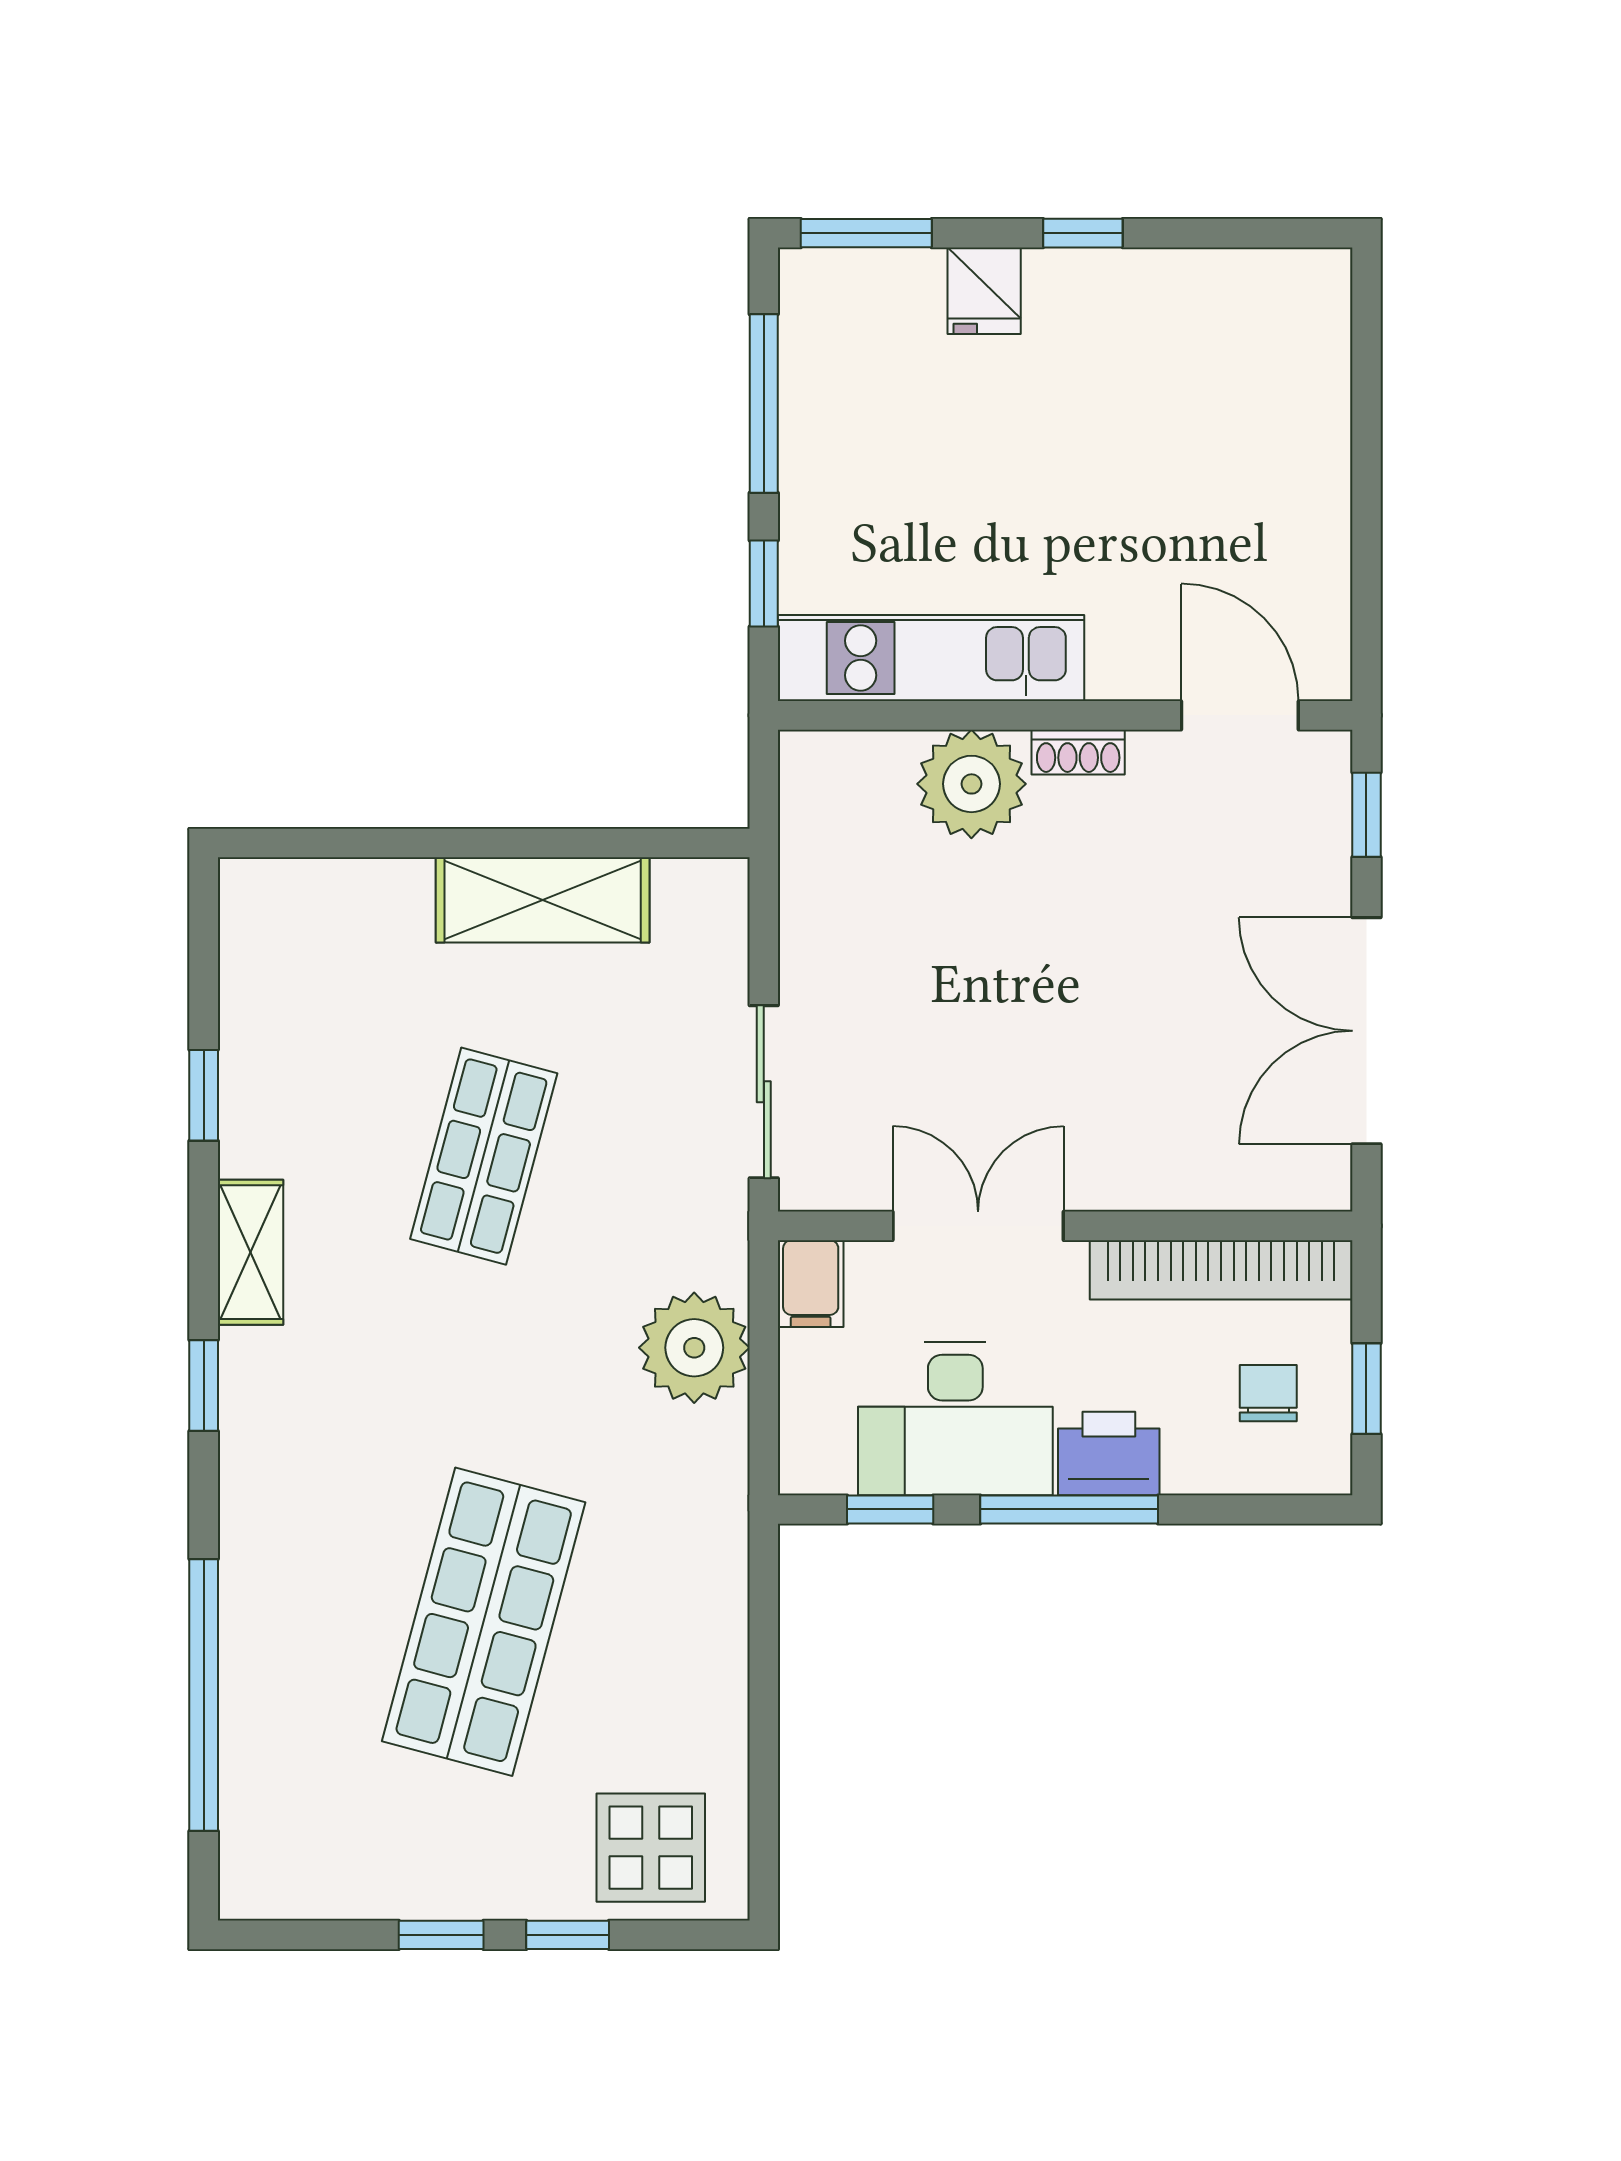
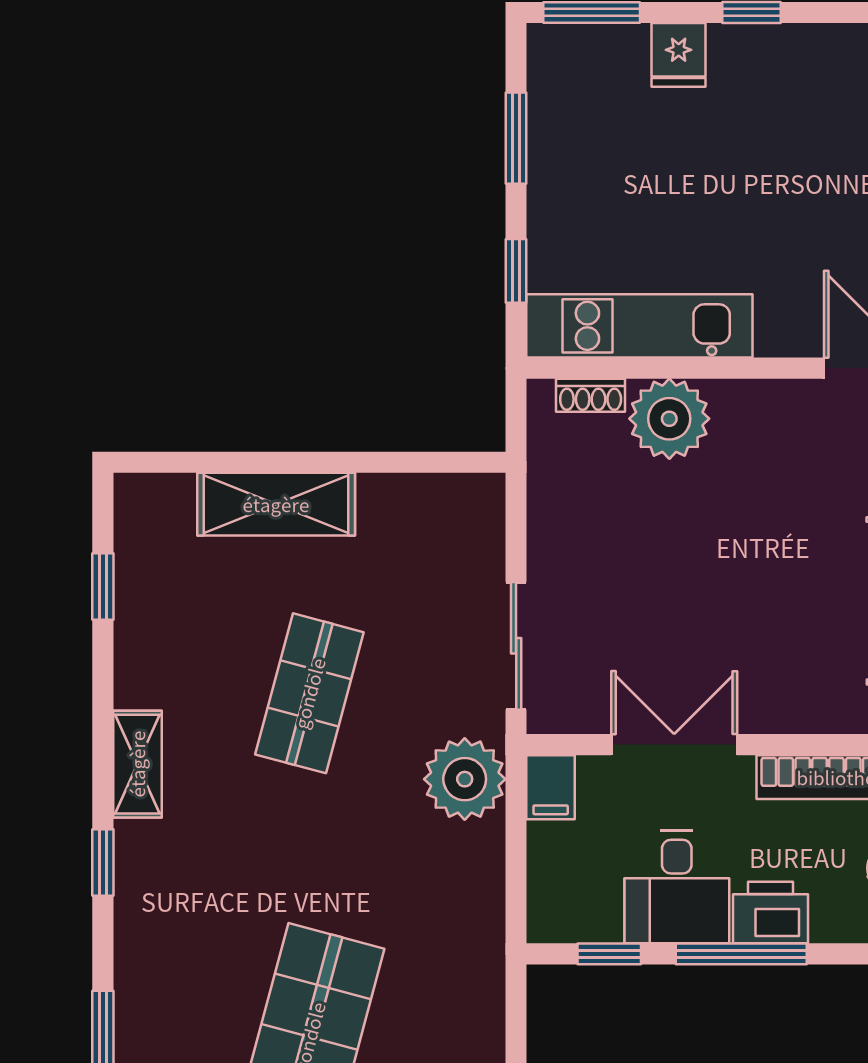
window: (764, 404) -> (516, 138), width x0.69
shoe rack: (1078, 752) -> (591, 395), moved
shelving: (543, 900) -> (276, 504), moved
window: (204, 1095) -> (103, 587), moved
plant: (694, 1348) -> (465, 779), moved
desk: (955, 1419) -> (677, 887), width x0.73

